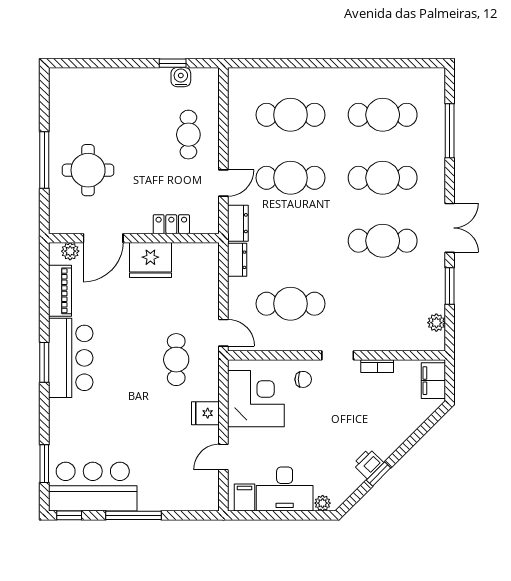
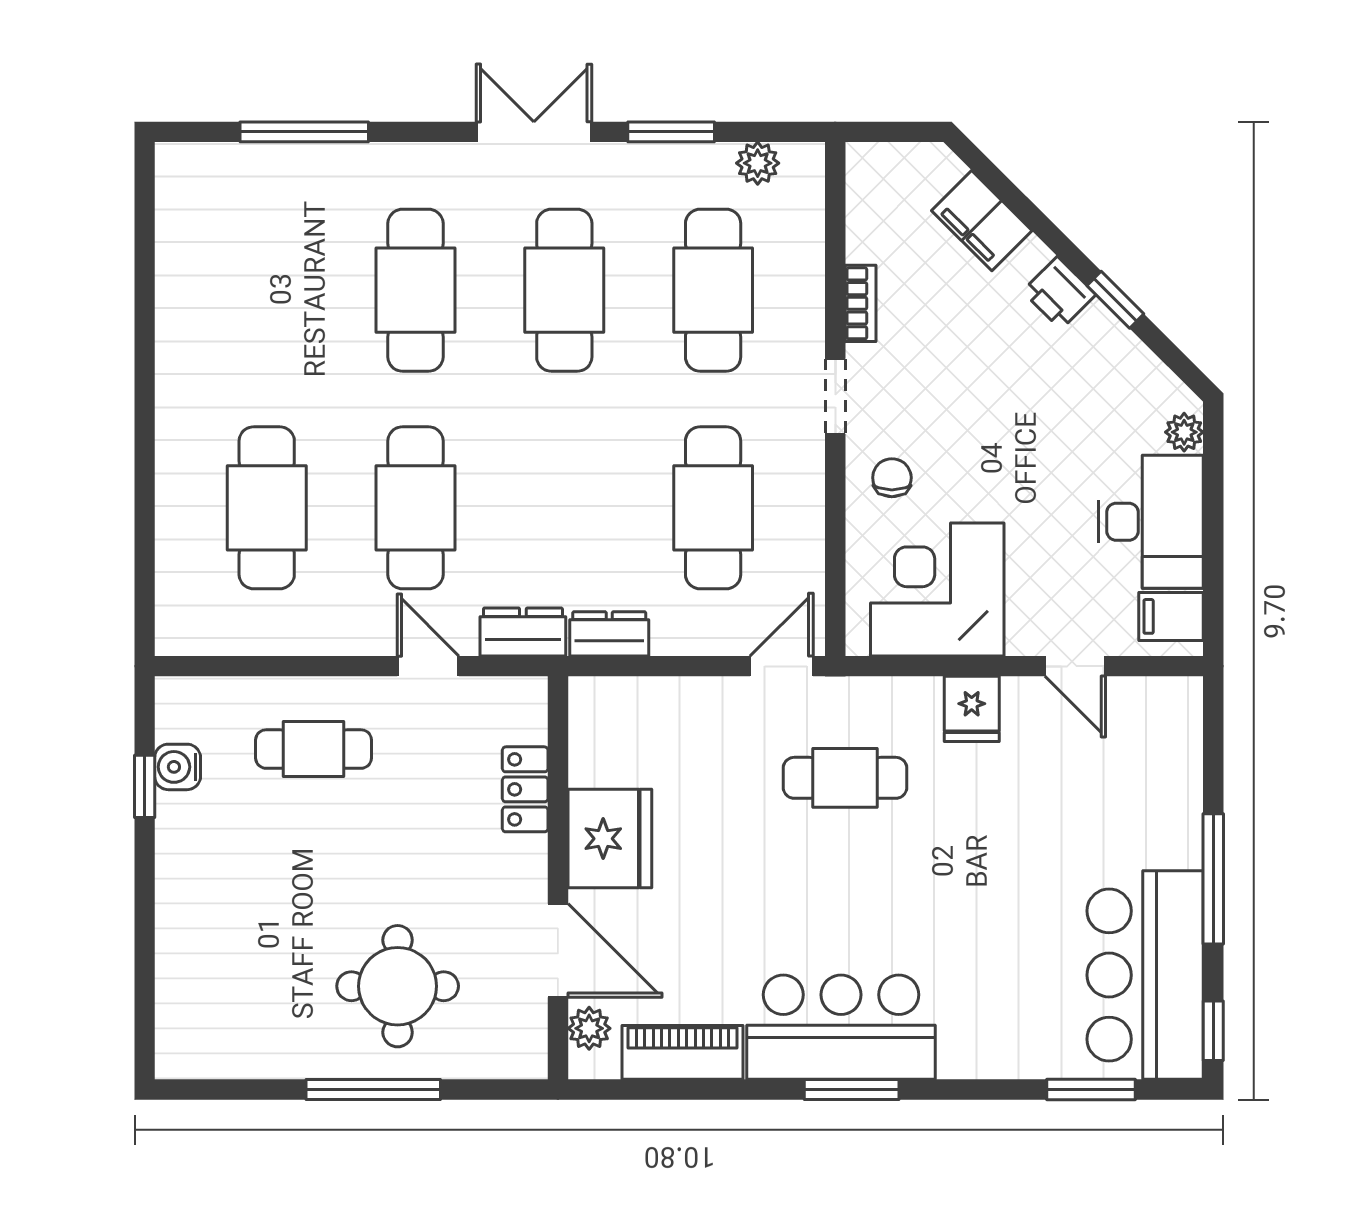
cafe table: (383, 115) -> (713, 290), moved
filing cabinet: (433, 381) -> (982, 221), moved, turned 45
printer: (368, 463) -> (1059, 293), moved

